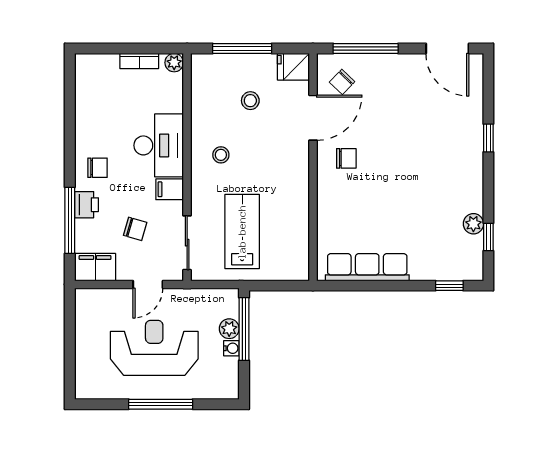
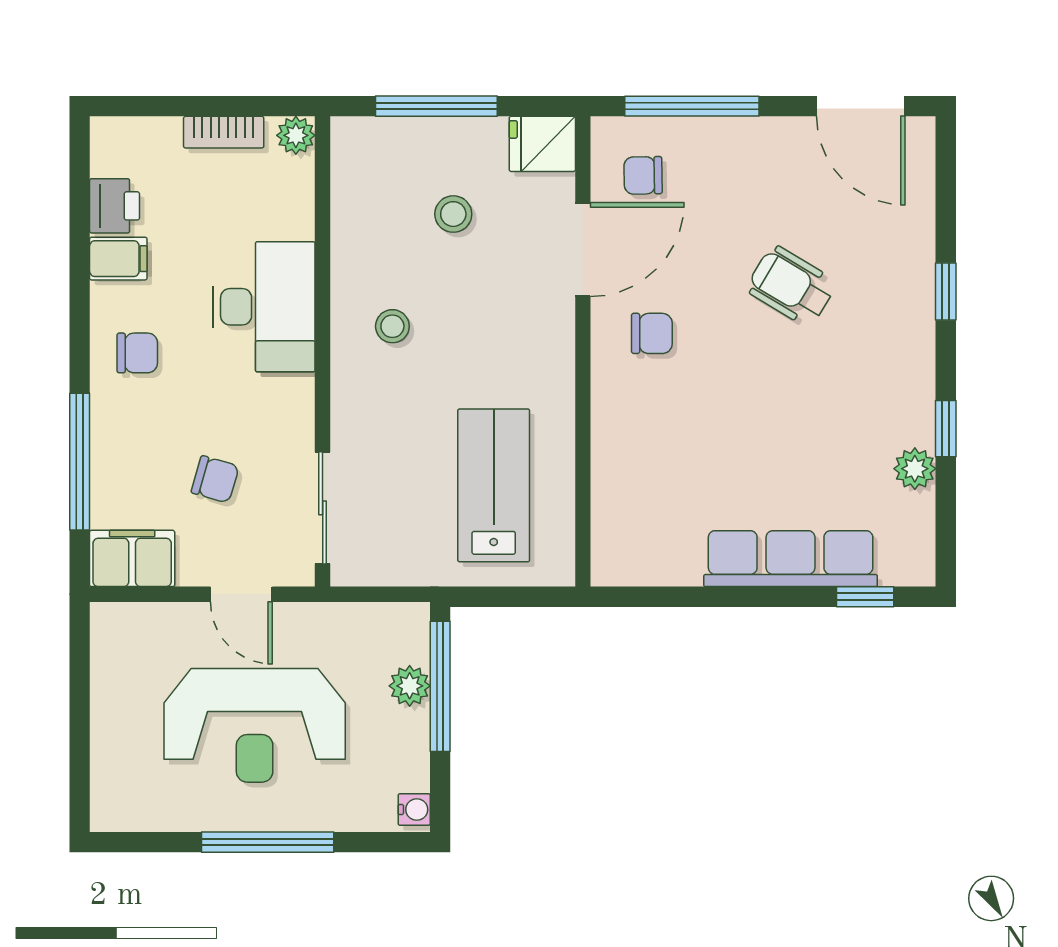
chair: (342, 82) -> (643, 175), turned 45
wheelchair: (414, 135) -> (791, 286), added
filing cabinet: (170, 189) -> (118, 259), moved, turned 180
printer: (87, 205) -> (115, 206), moved
lab bench: (242, 232) -> (494, 485), moved
window: (488, 237) -> (946, 429), moved
row of seats: (367, 267) -> (791, 559), moved
door: (148, 284) -> (241, 594), hinge flipped
reception desk: (154, 348) -> (255, 725), turned 180
water cooler: (231, 348) -> (414, 809), moved

